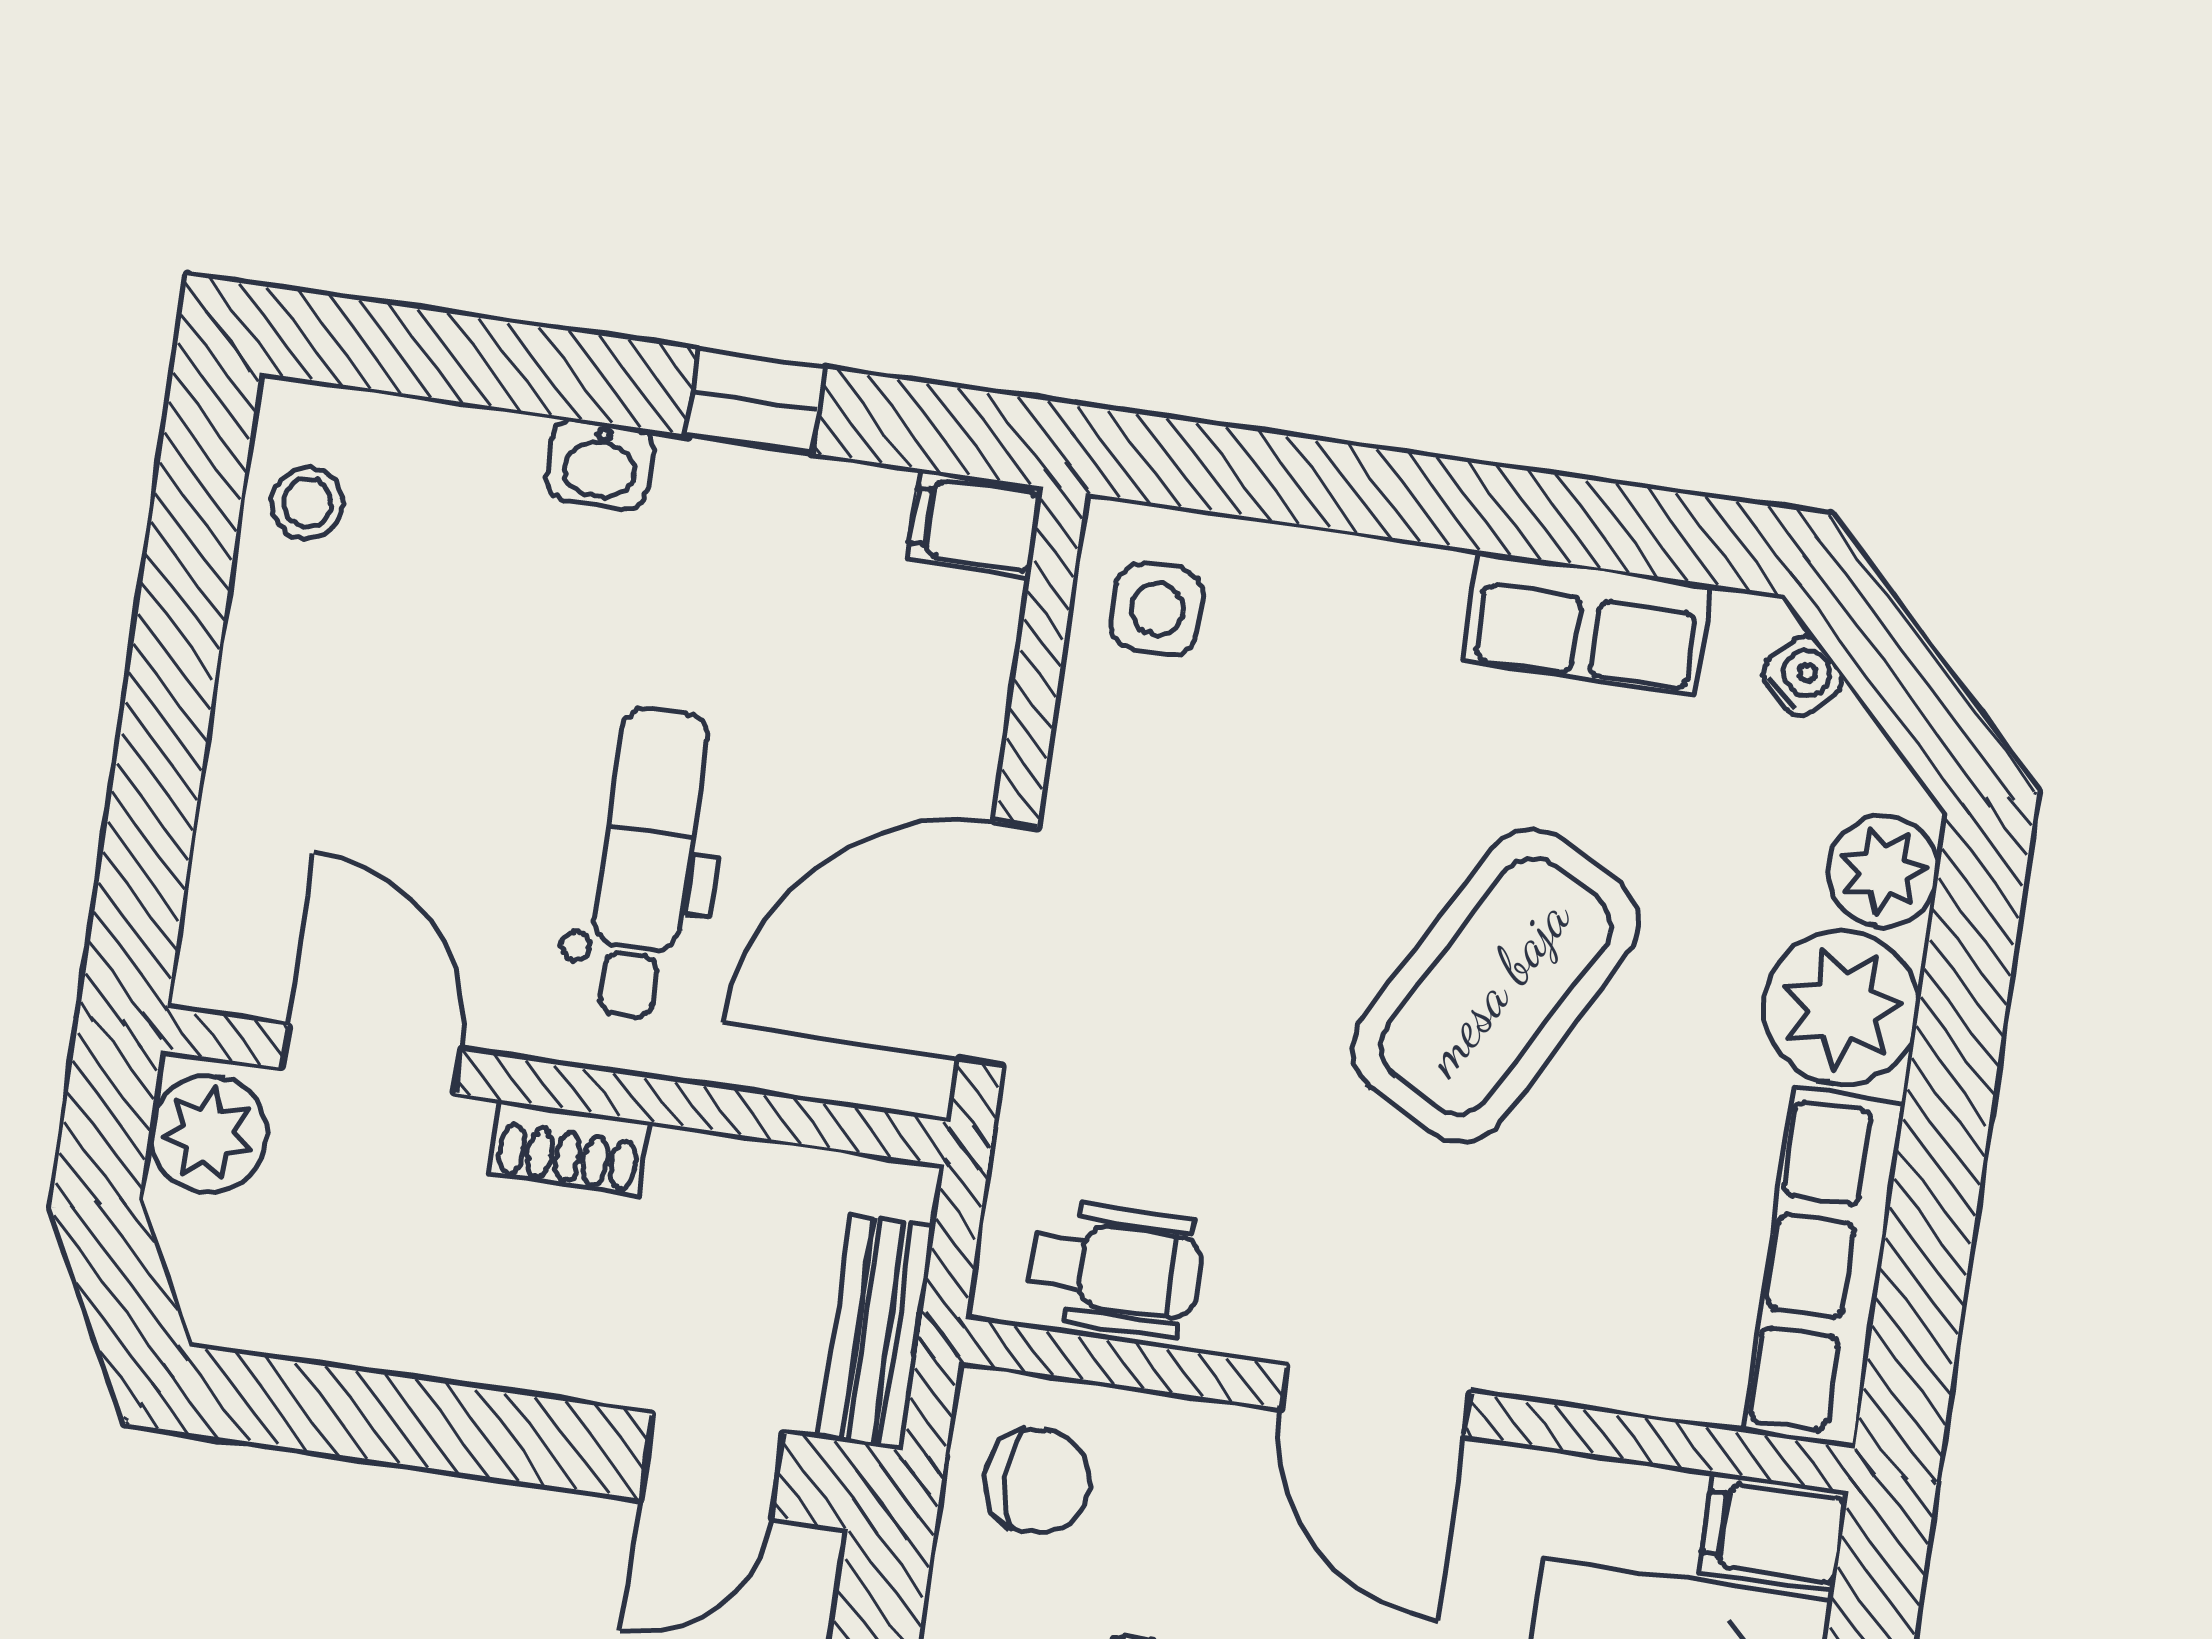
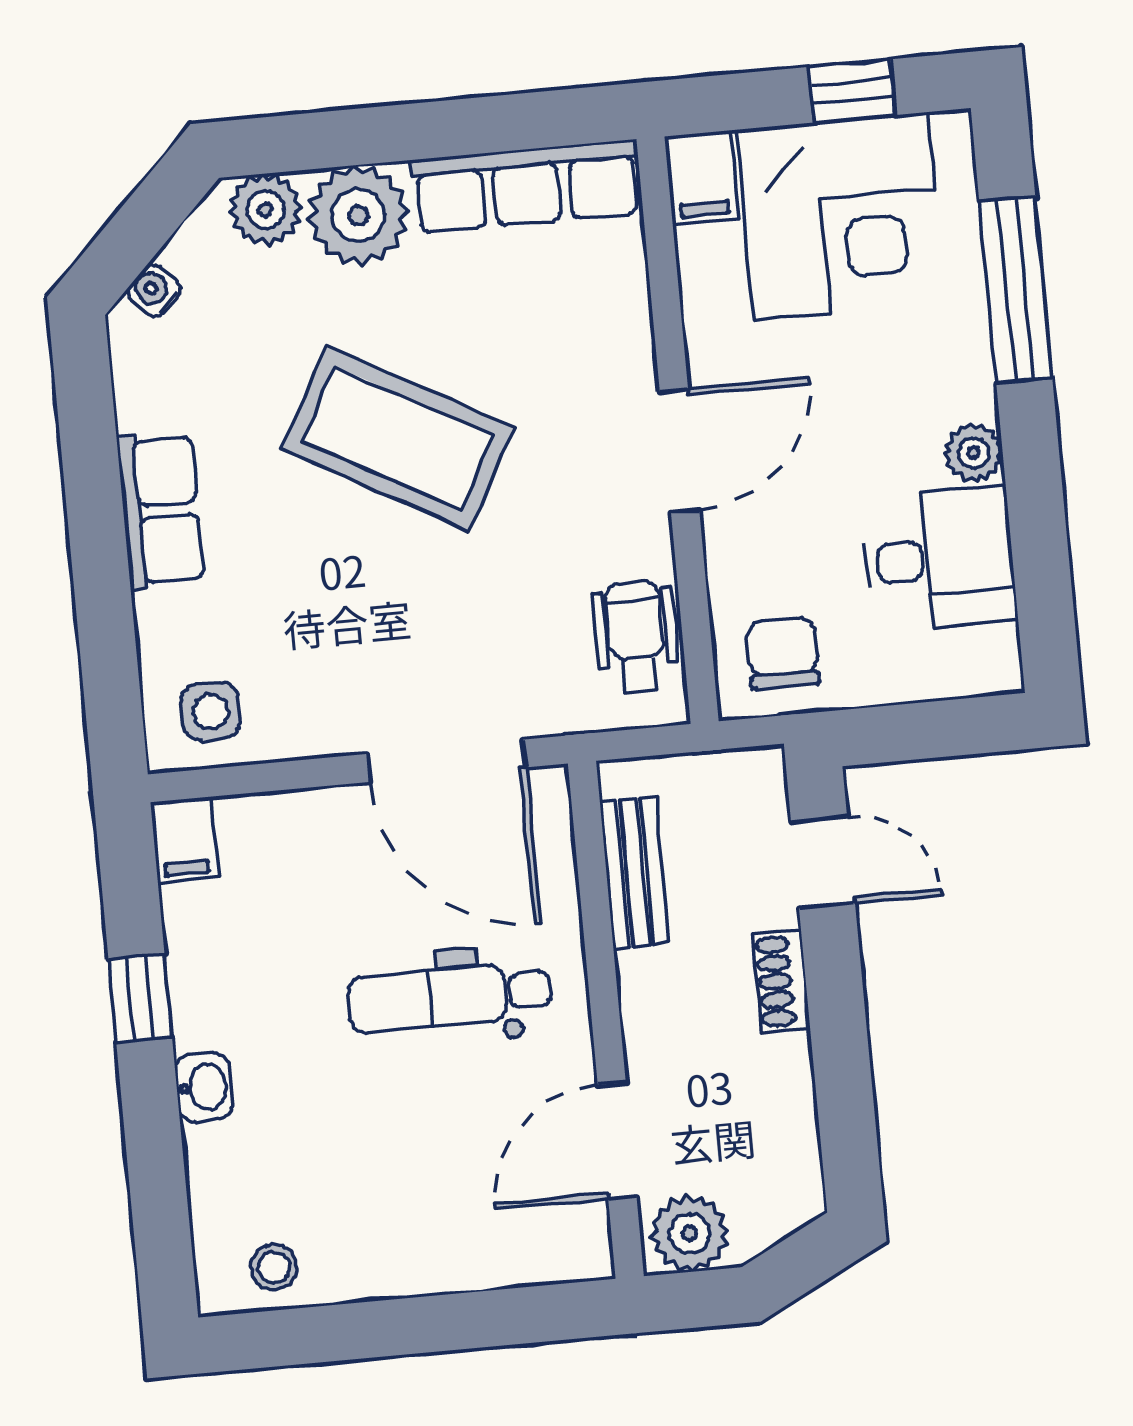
row of seats: (1587, 623) -> (160, 511), moved
shoe rack: (569, 1147) -> (782, 981), moved, turned 180
bench: (876, 1332) -> (635, 873), moved, turned 90

